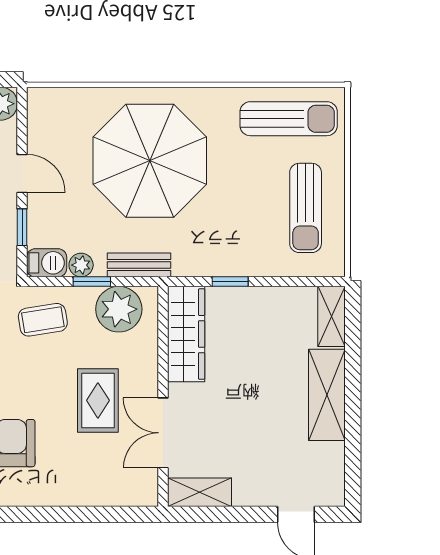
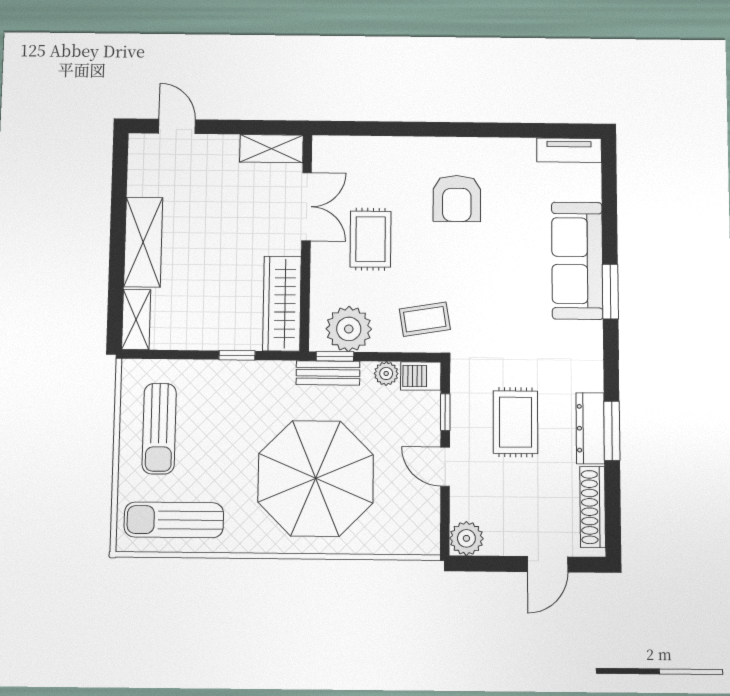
sun lounger: (306, 208) -> (159, 429), turned 180
window: (92, 282) -> (335, 356), moved

